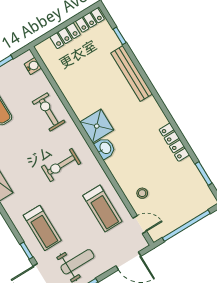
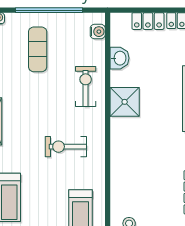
shower: (97, 126) -> (125, 102), moved
washbasin: (105, 148) -> (119, 58), moved

